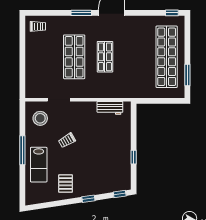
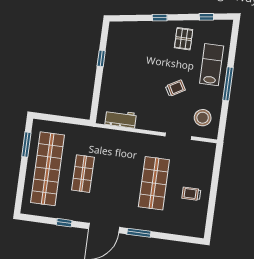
window: (172, 13) -> (64, 223), moved
trolley: (38, 26) -> (191, 194), moved
shop shelf: (105, 57) -> (83, 174), moved
window: (120, 194) -> (206, 17), moved

